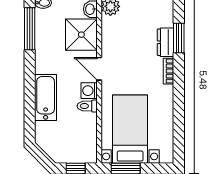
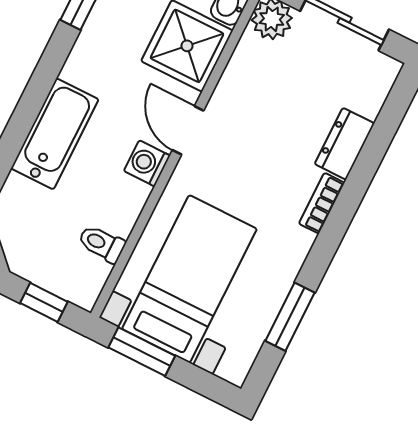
window: (179, 38) -> (290, 317), moved
toilet: (87, 106) -> (102, 244), moved

